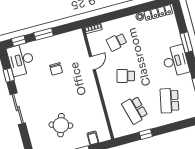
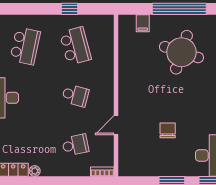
round table: (61, 125) -> (181, 52), width x1.36, depth x1.36

